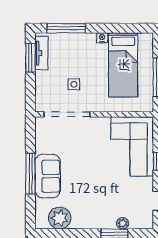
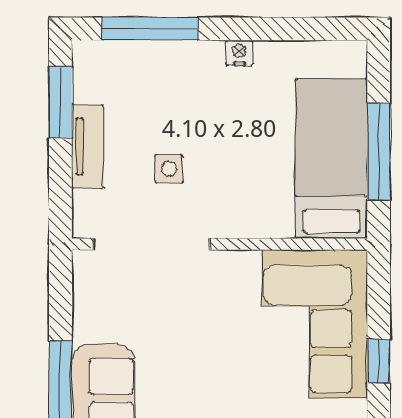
tv unit: (41, 53) -> (88, 146), moved
bed: (123, 65) -> (331, 158), moved, turned 180

